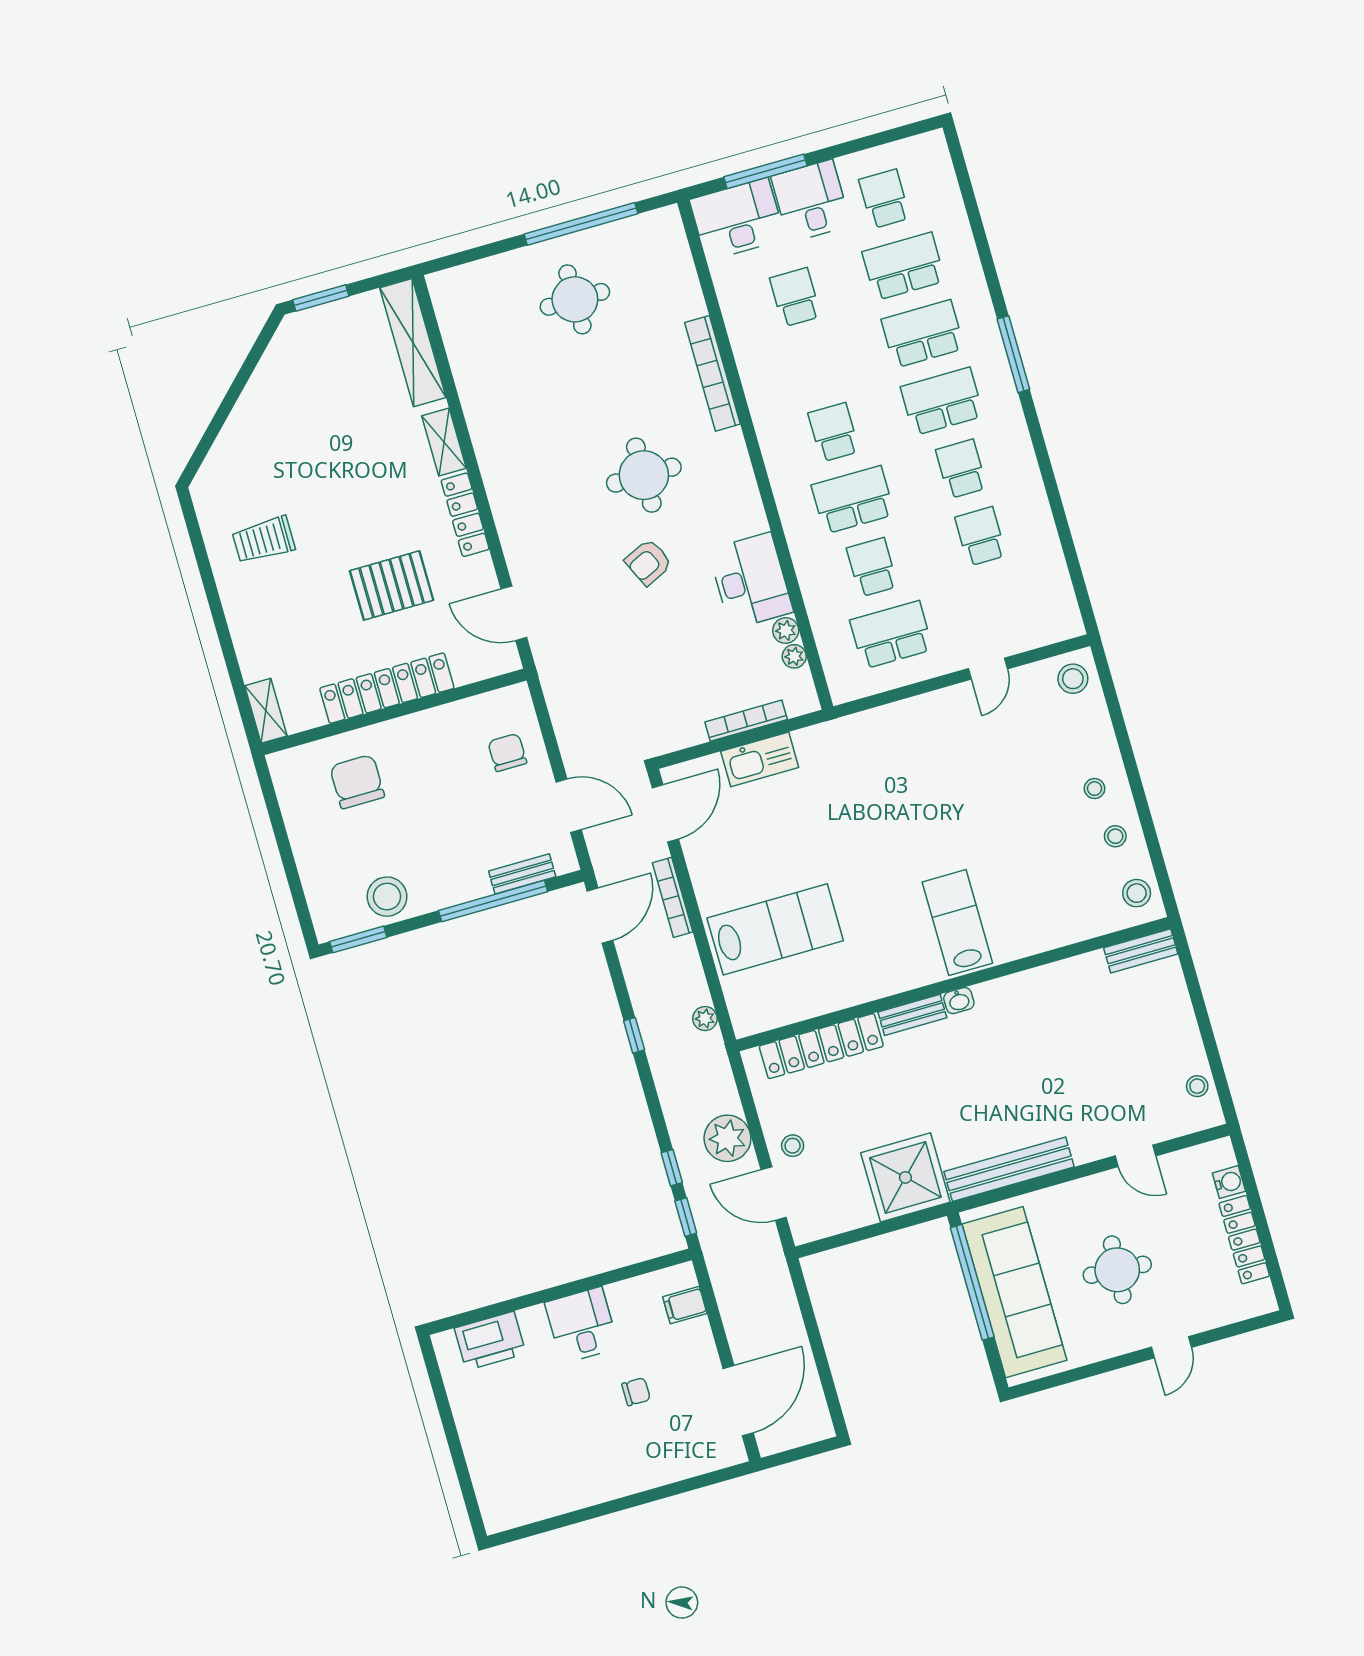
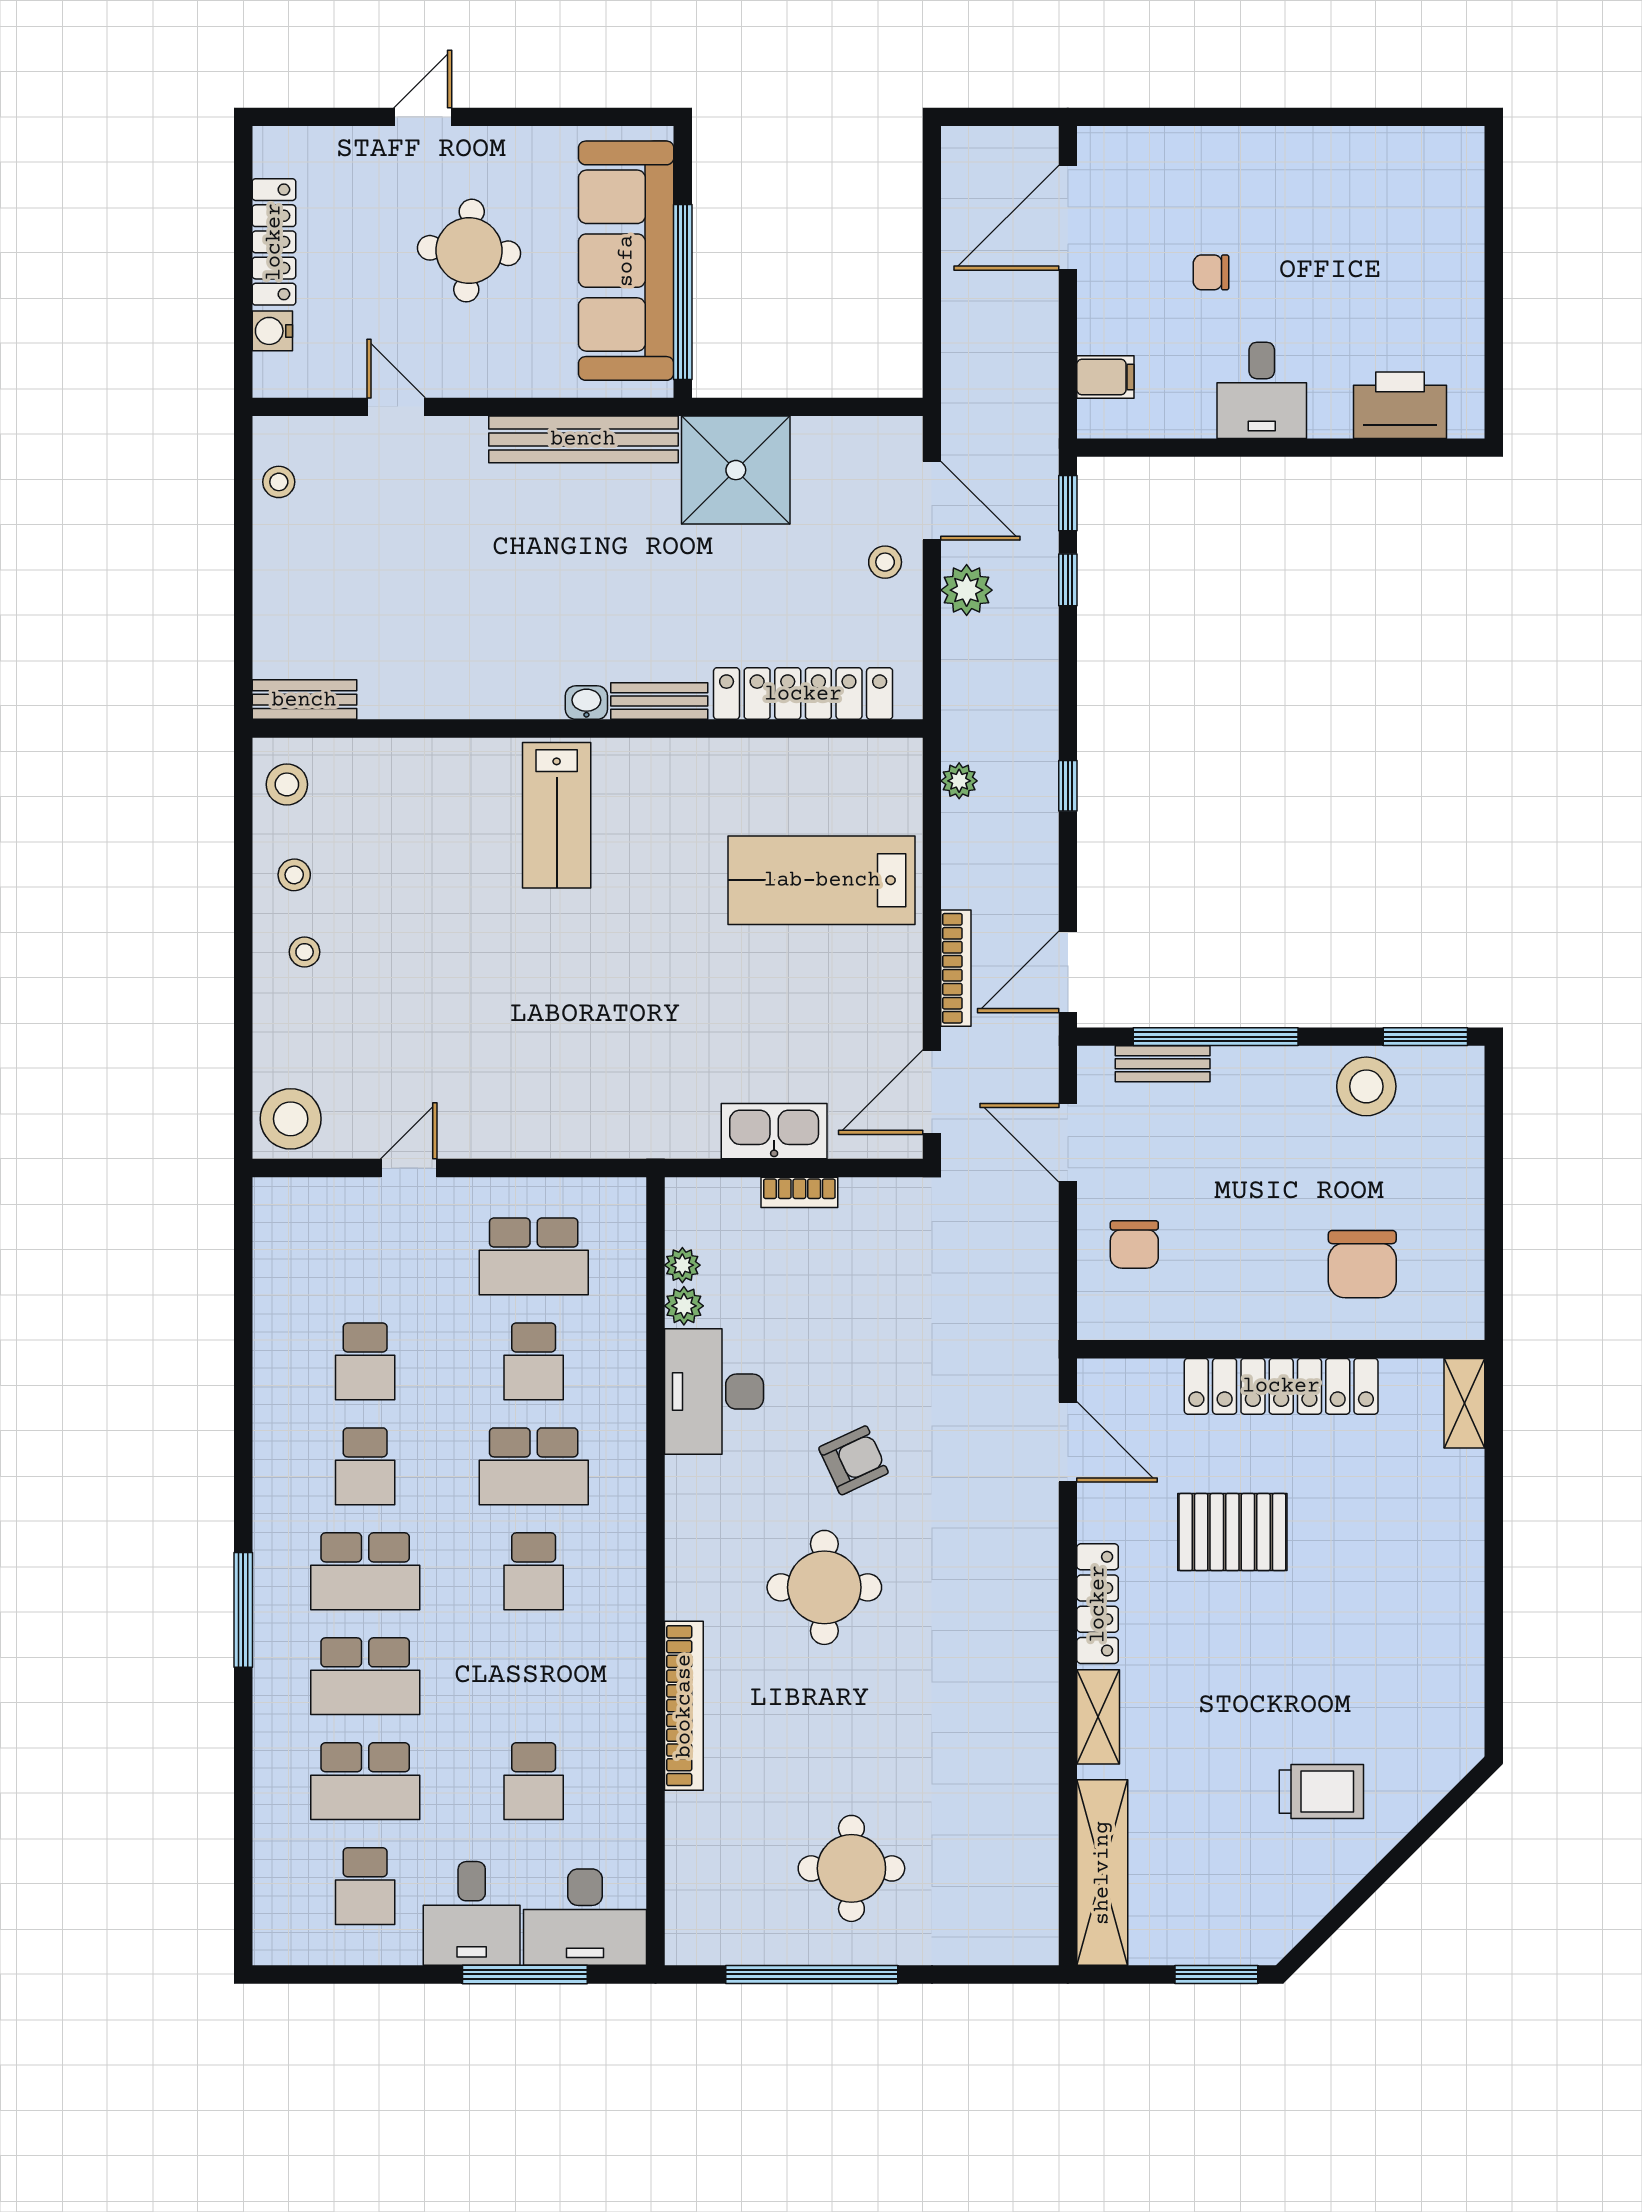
trolley: (264, 540) -> (1321, 1792), moved
stool: (1073, 679) -> (291, 1119), width x1.38, depth x1.38
bookcase: (746, 721) -> (799, 1192), width x0.64
plant: (727, 1138) -> (967, 590), width x0.73, depth x0.73

